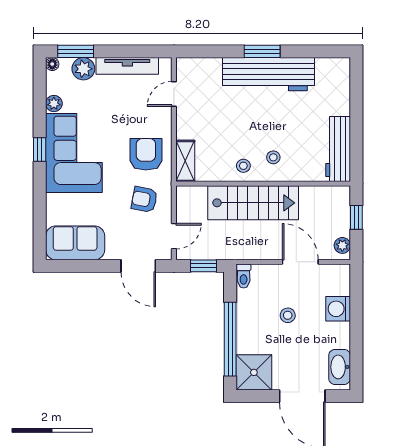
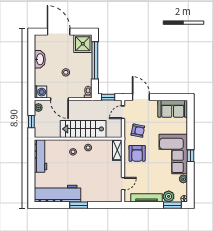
workbench: (269, 74) -> (57, 194), moved
washing machine: (338, 309) -> (40, 92), moved
washbasin: (340, 367) -> (40, 59), moved

